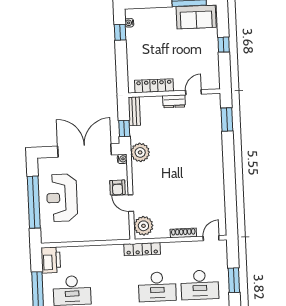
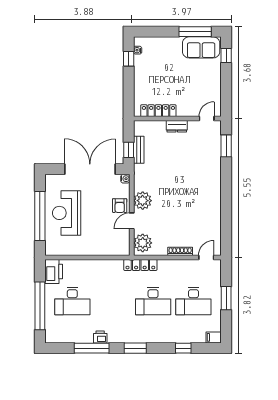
window: (224, 45) -> (226, 55), moved
door: (193, 92) -> (207, 119), moved
bench: (134, 111) -> (139, 150), moved
plant: (140, 152) -> (143, 201), moved
door: (131, 203) -> (132, 221), hinge flipped

